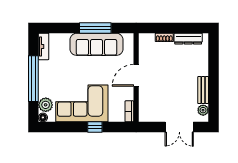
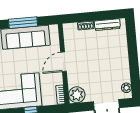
bench: (203, 90) -> (125, 70), removed
plant: (148, 113) -> (77, 95), added

